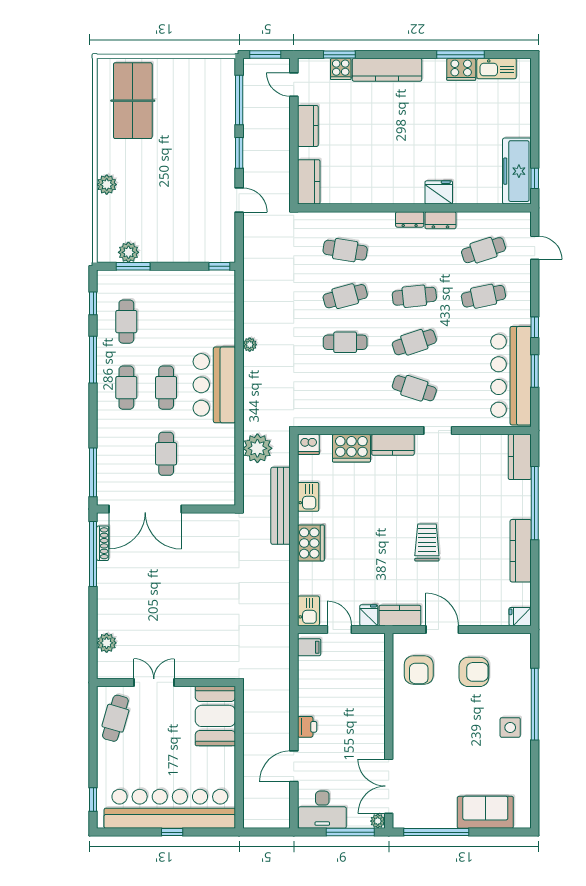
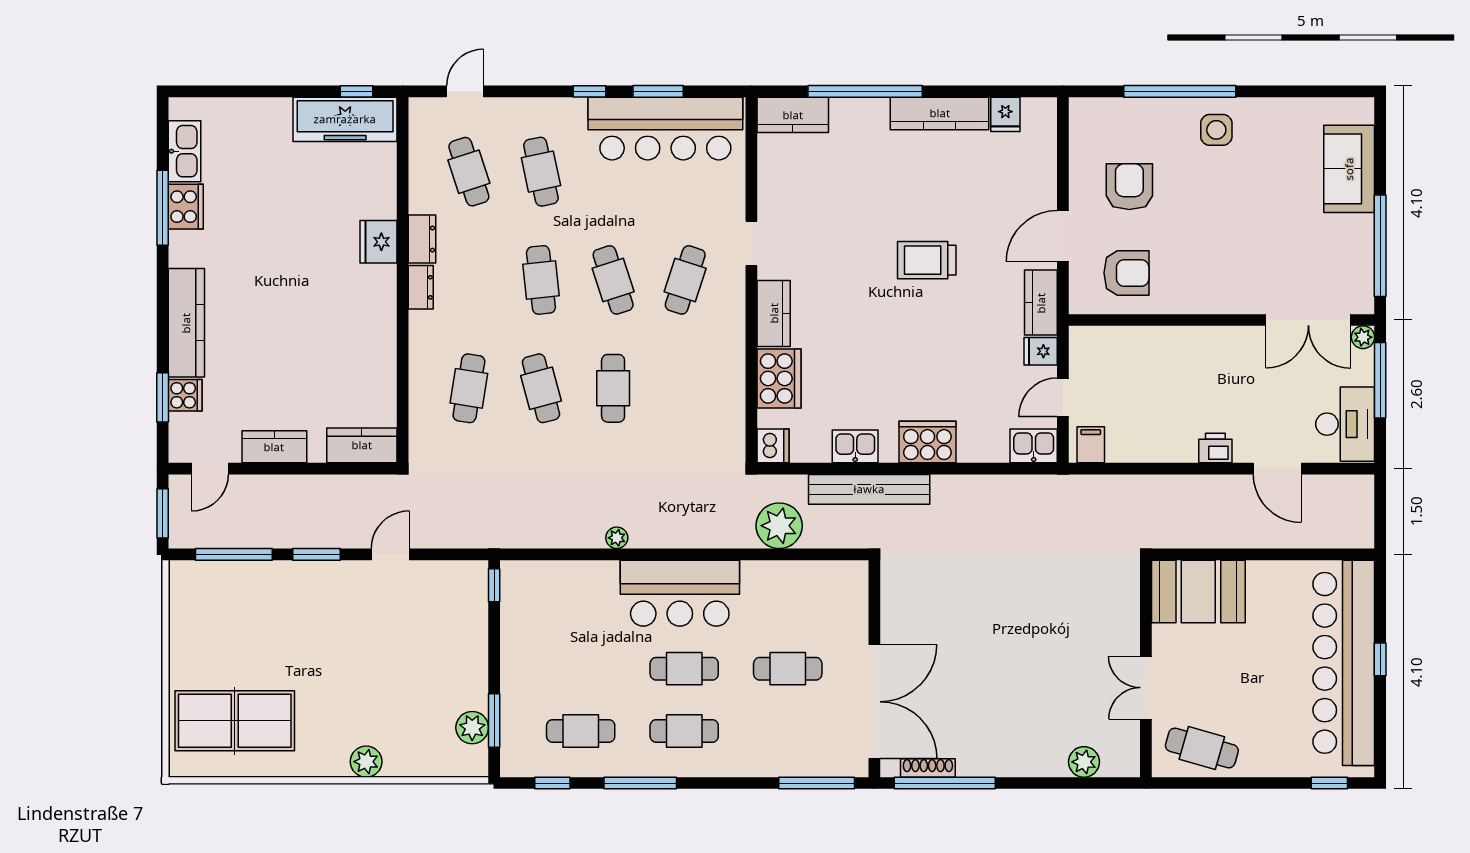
fridge: (520, 617) -> (1005, 114), moved

